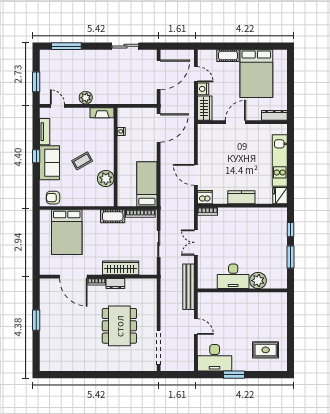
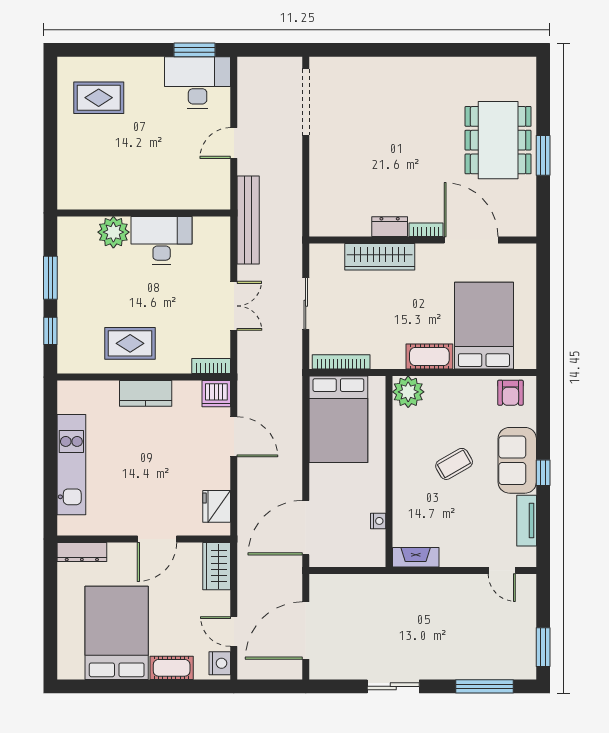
sliding door: (125, 46) -> (393, 686), moved
window: (36, 82) -> (543, 647), moved
nightstand: (203, 89) -> (220, 663), moved
plant: (86, 98) -> (447, 586), removed
plant: (106, 179) -> (408, 392), moved
bed: (147, 184) -> (338, 419), width x1.50
fridge: (280, 196) -> (217, 506), moved, turned 180
armchair: (53, 198) -> (510, 393), turned 90
cot: (113, 216) -> (429, 356), moved
rug: (249, 223) -> (130, 343), added
dining table: (119, 326) -> (498, 140), moved
door: (196, 327) -> (234, 143), hinge flipped
window: (234, 375) -> (194, 50), moved

